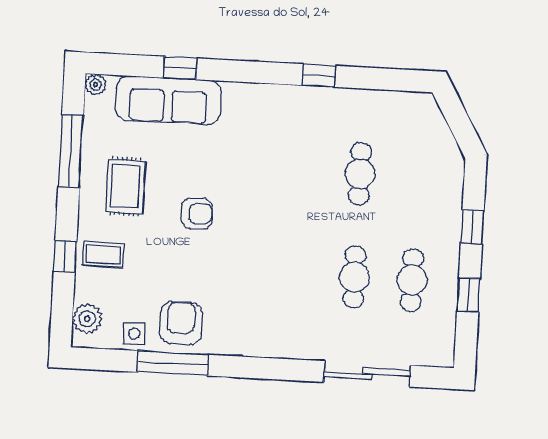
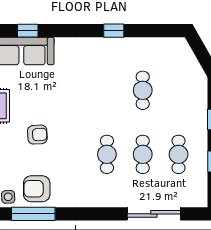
armchair: (197, 214) -> (37, 135), moved
cafe table: (297, 274) -> (107, 154), added
armchair: (181, 323) -> (37, 189), turned -90

